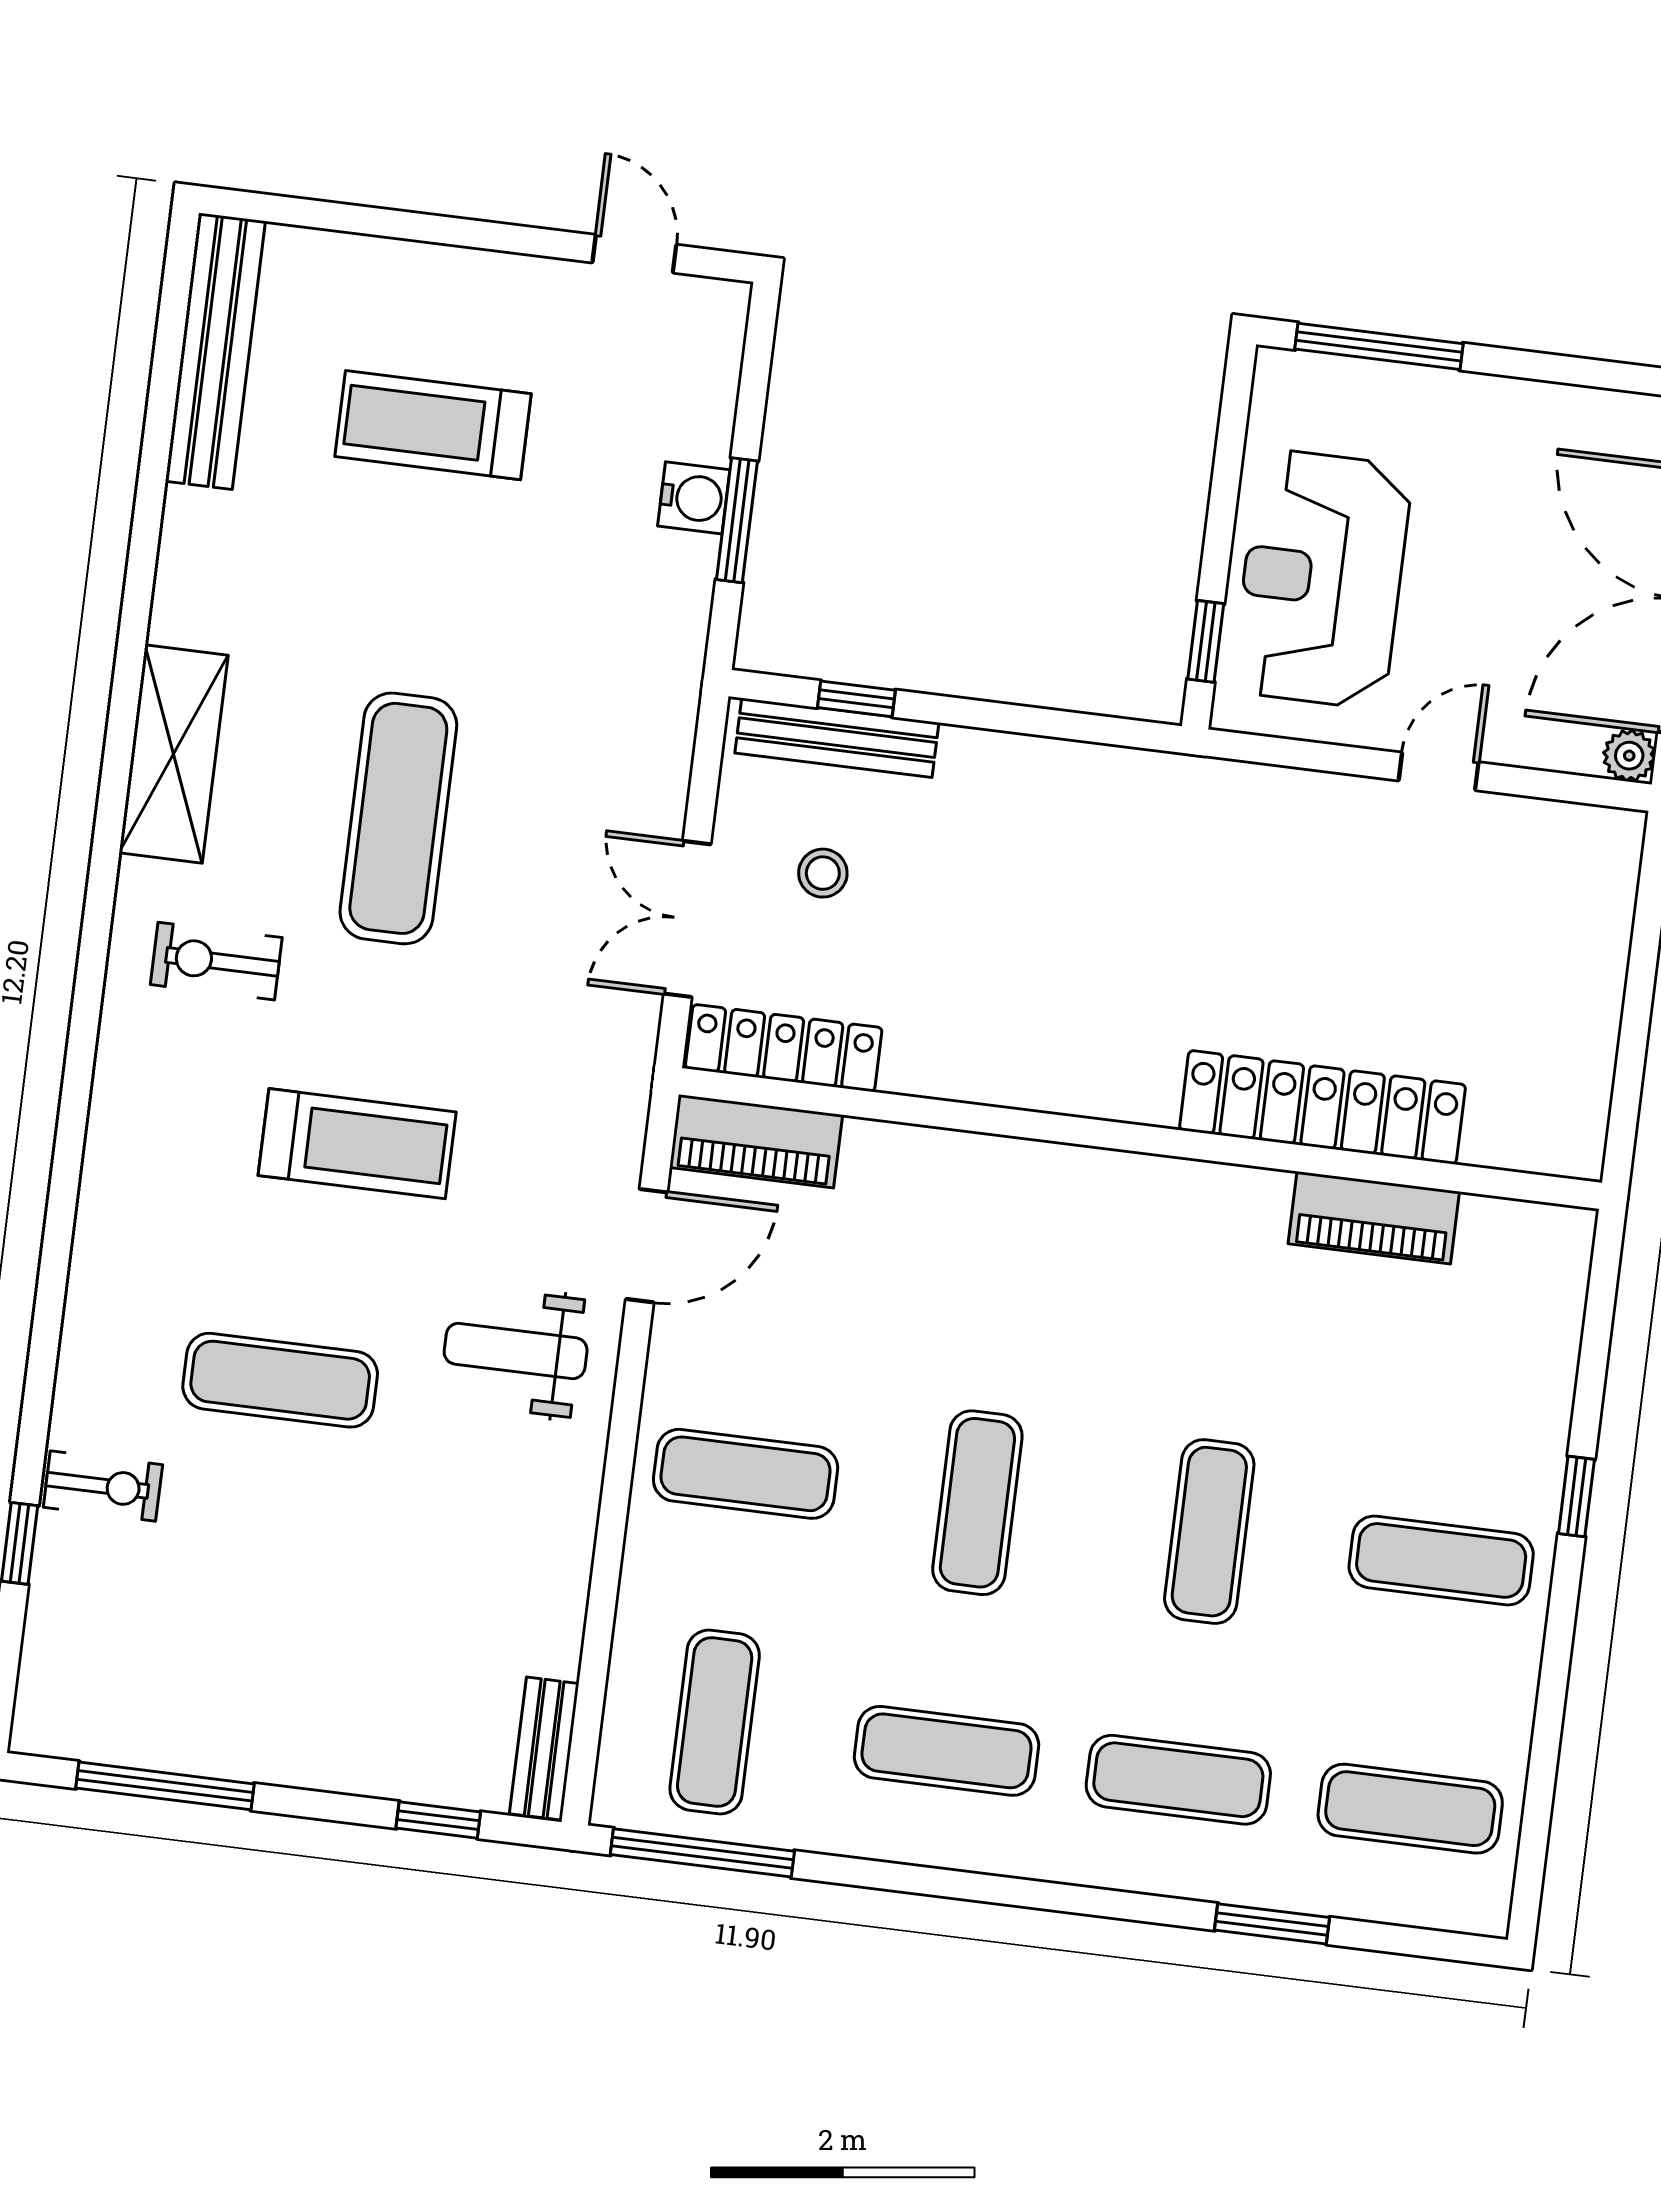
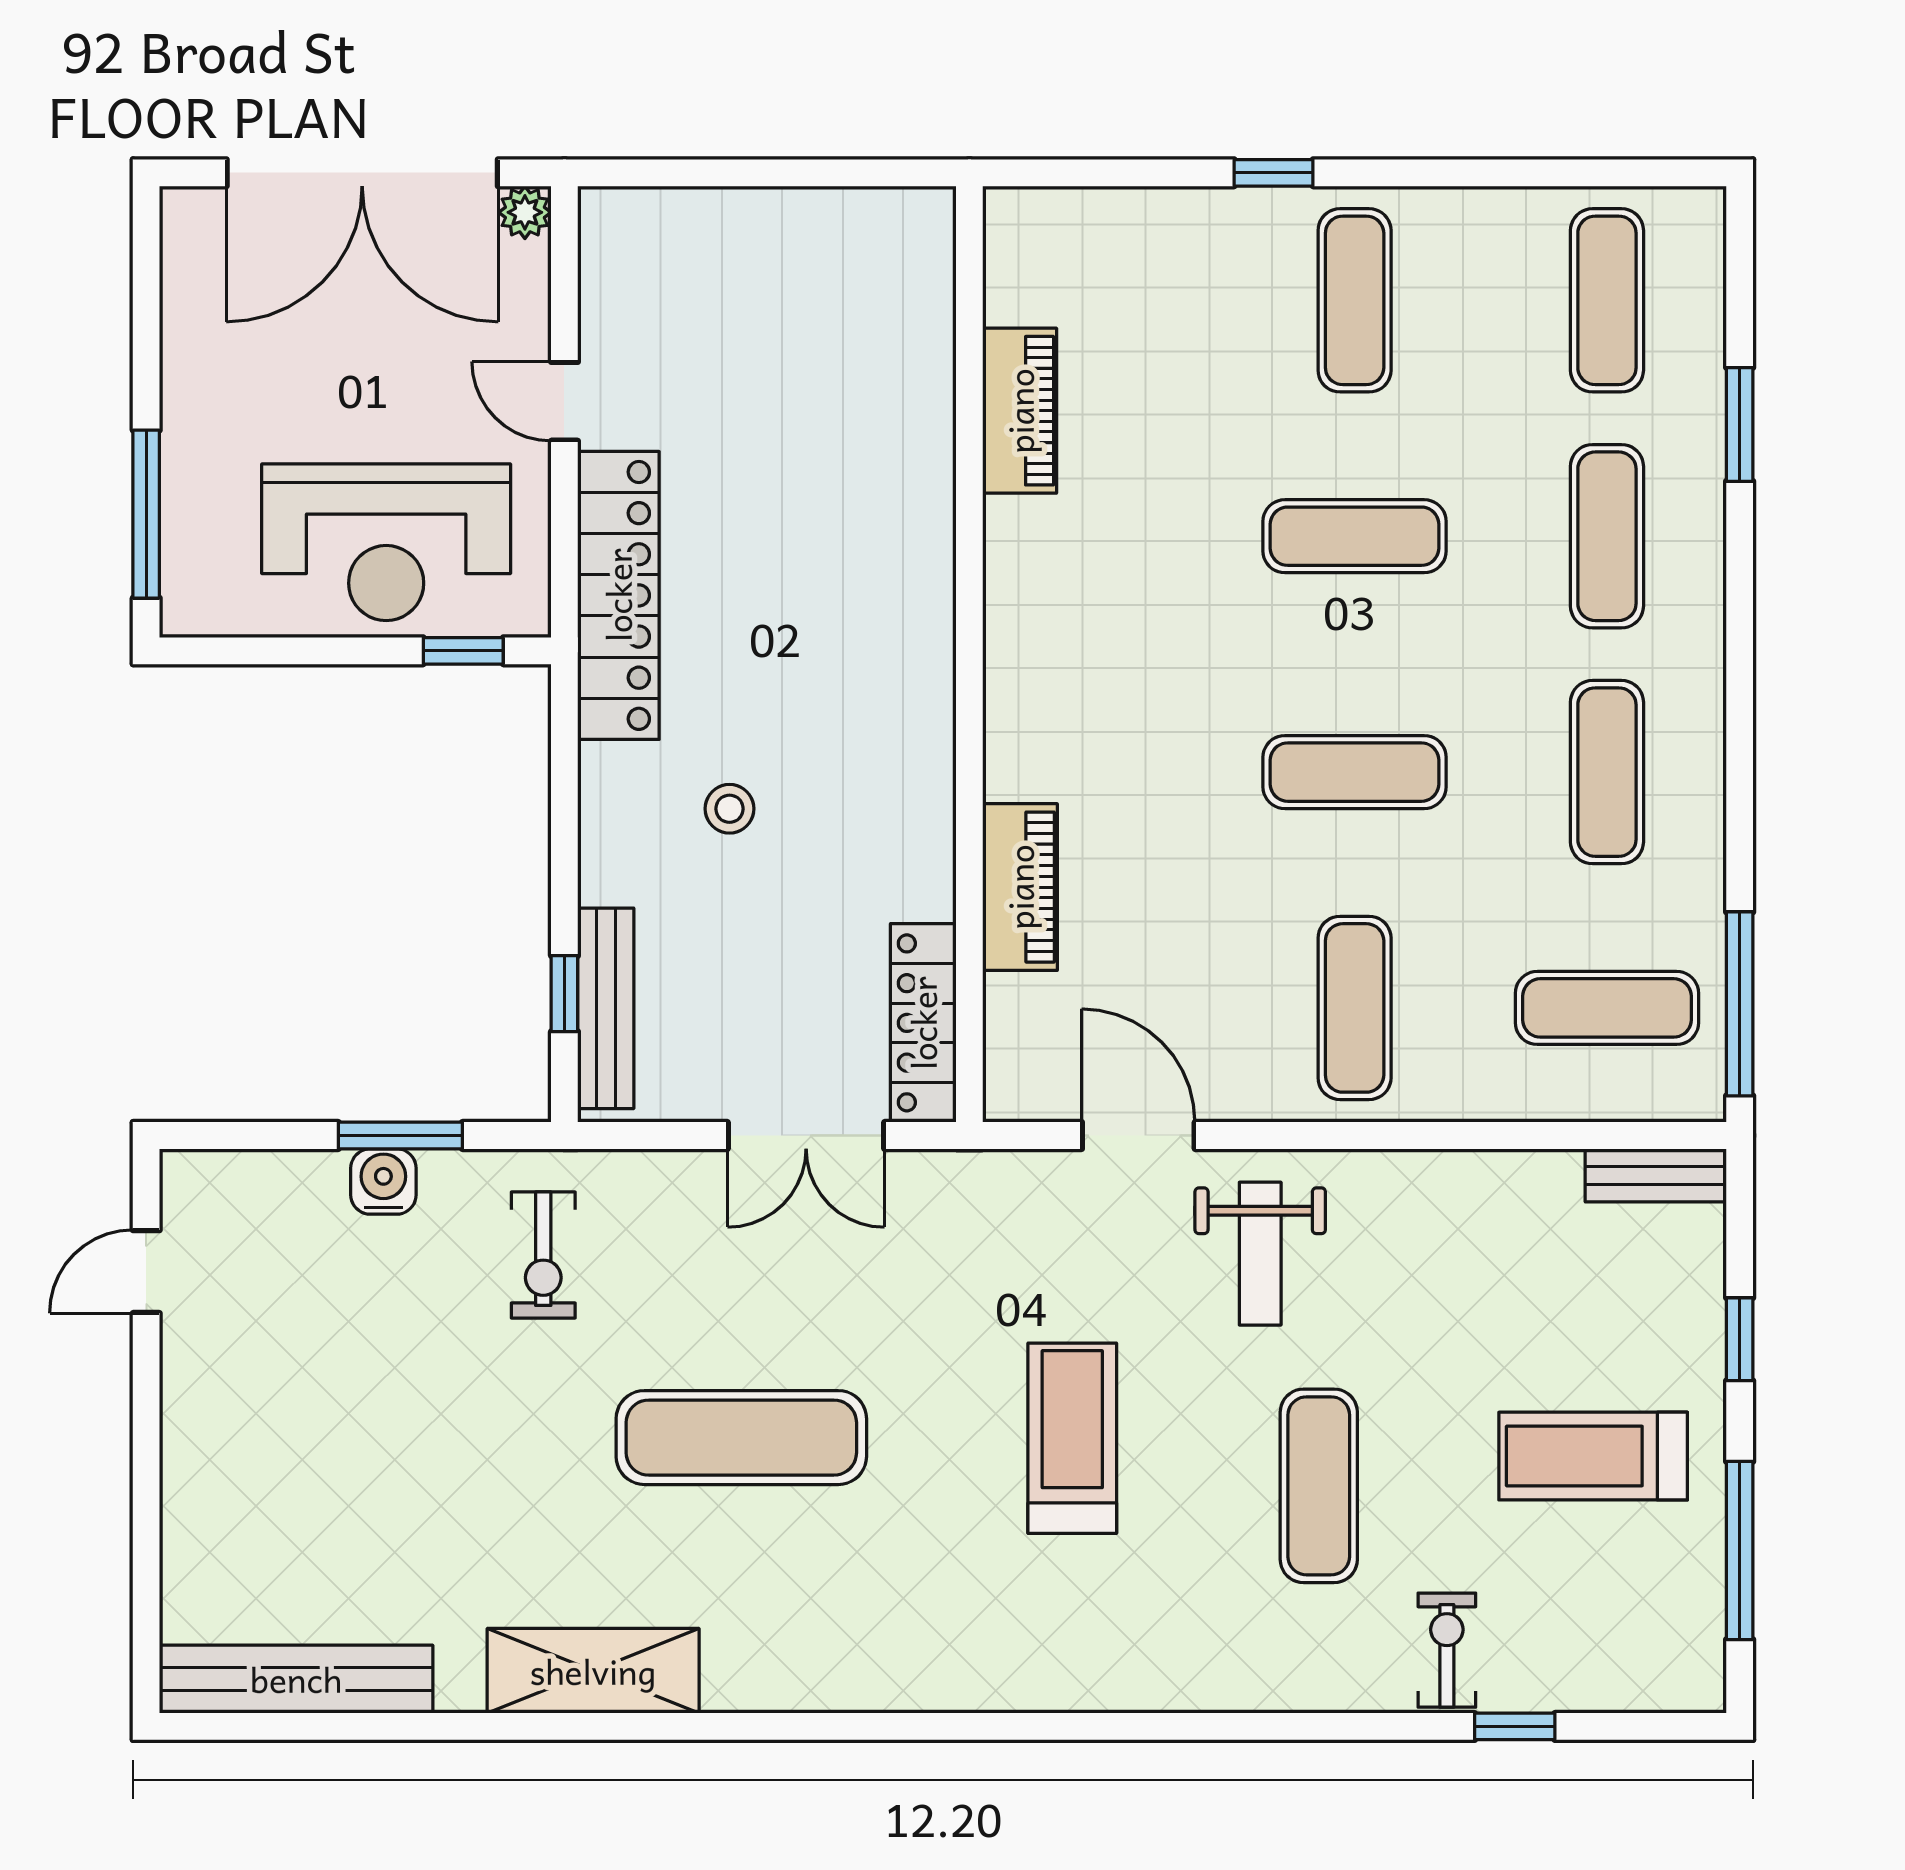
treadmill: (433, 425) -> (1593, 1456), moved, turned 90
shelving: (173, 754) -> (593, 1671), moved
stool: (823, 873) -> (730, 809), moved
exercise bike: (216, 961) -> (543, 1255), moved
locker: (1322, 1107) -> (618, 595), moved, turned 180
piano: (756, 1141) -> (1020, 887), moved
window: (438, 1820) -> (1740, 1339), moved

